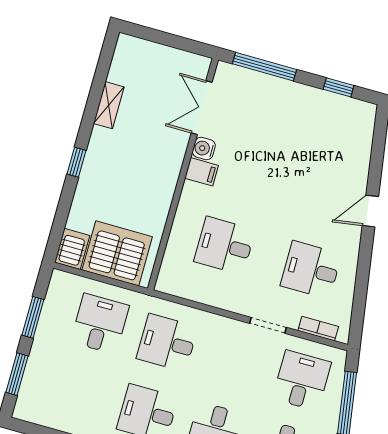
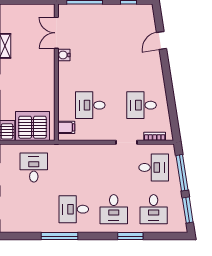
filing cabinet: (202, 172) -> (66, 127), moved
door: (370, 211) -> (162, 41), moved
desk: (167, 343) -> (74, 167), removed
desk: (302, 381) -> (154, 167), turned 90

